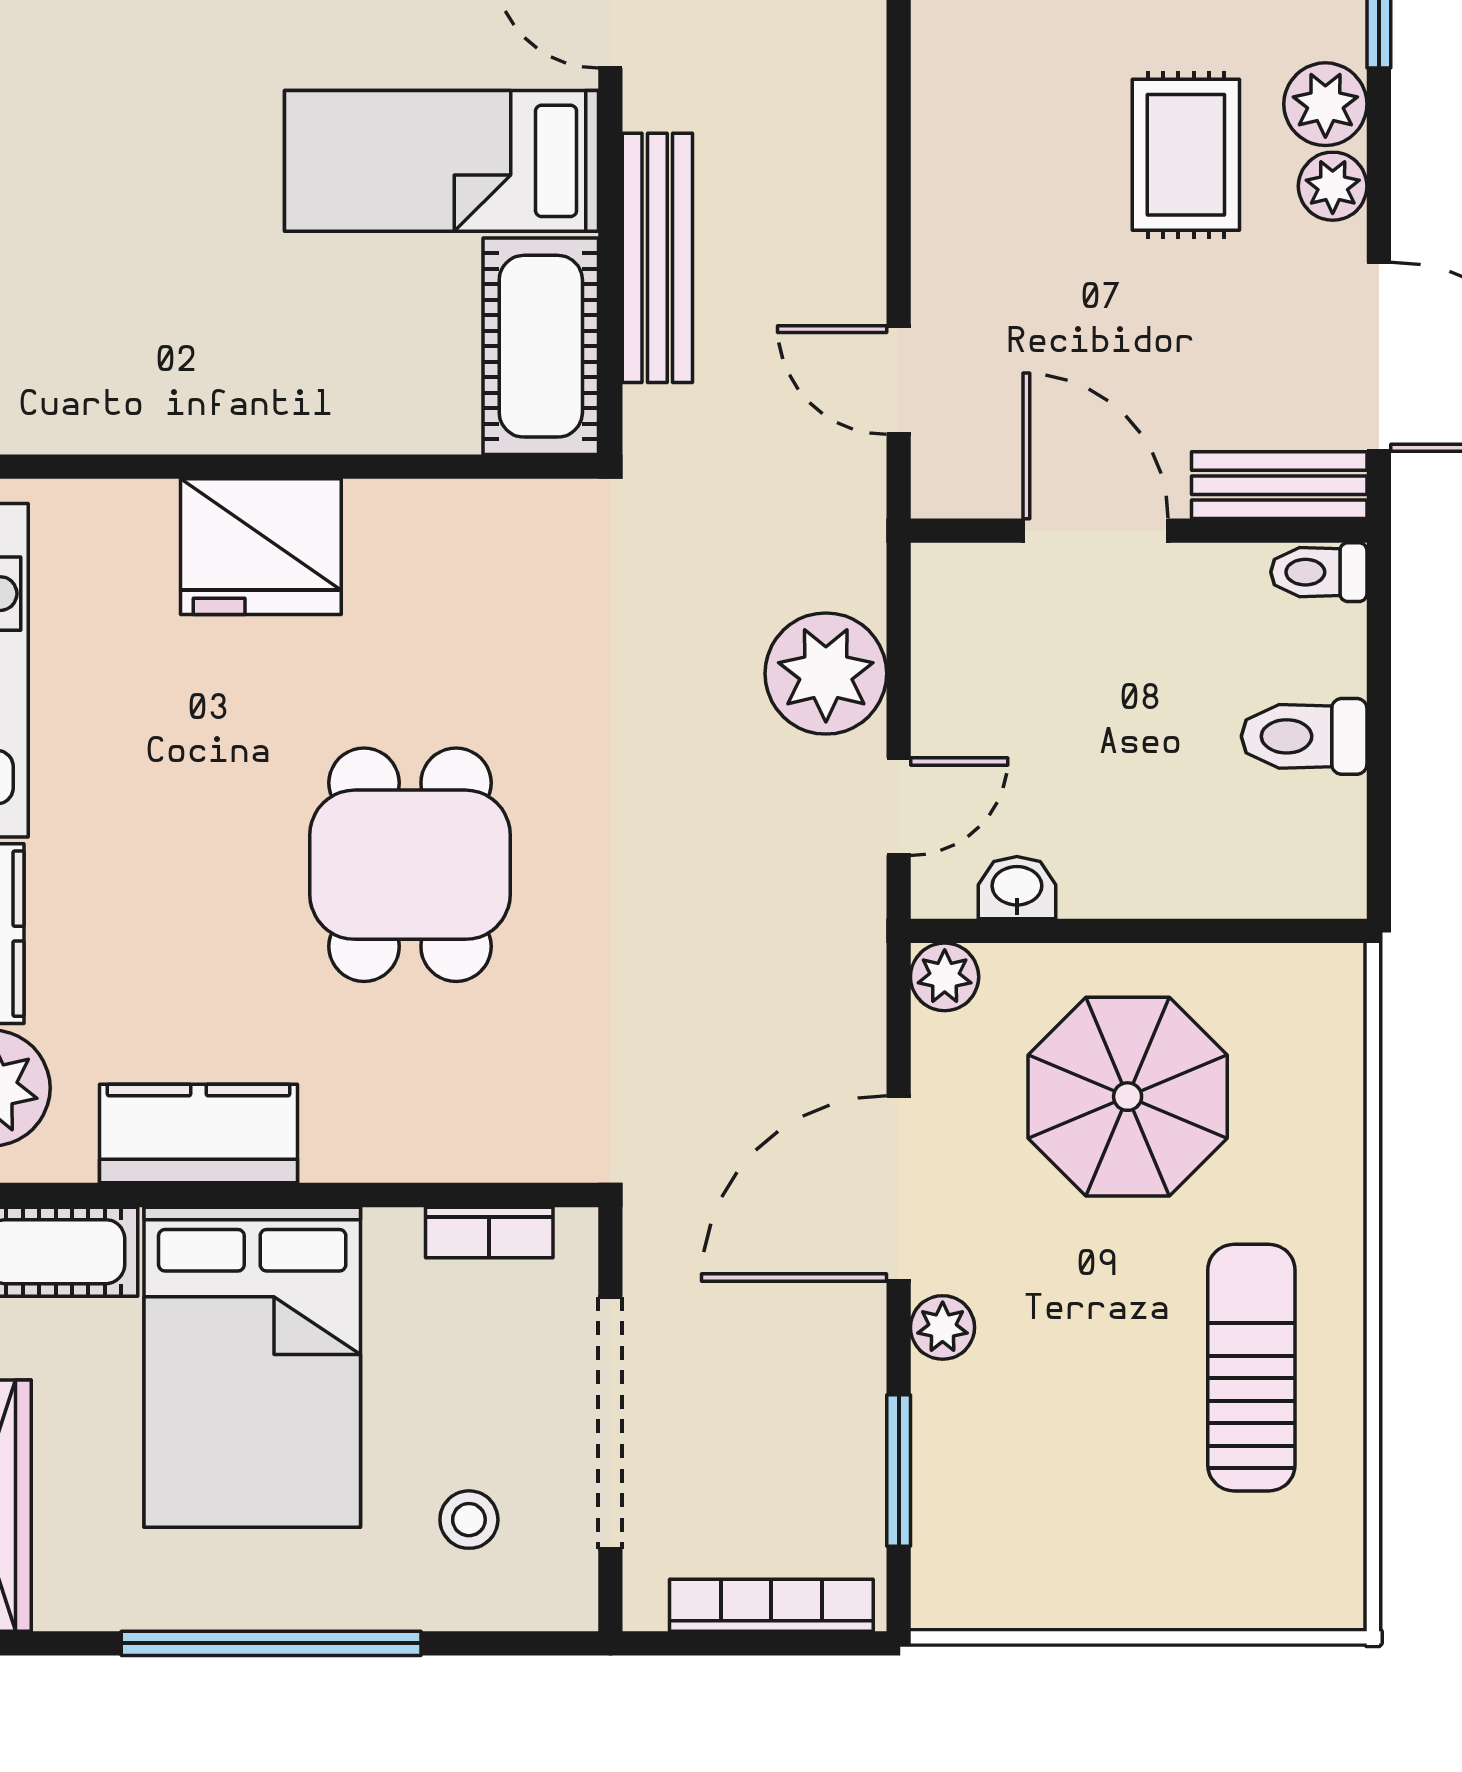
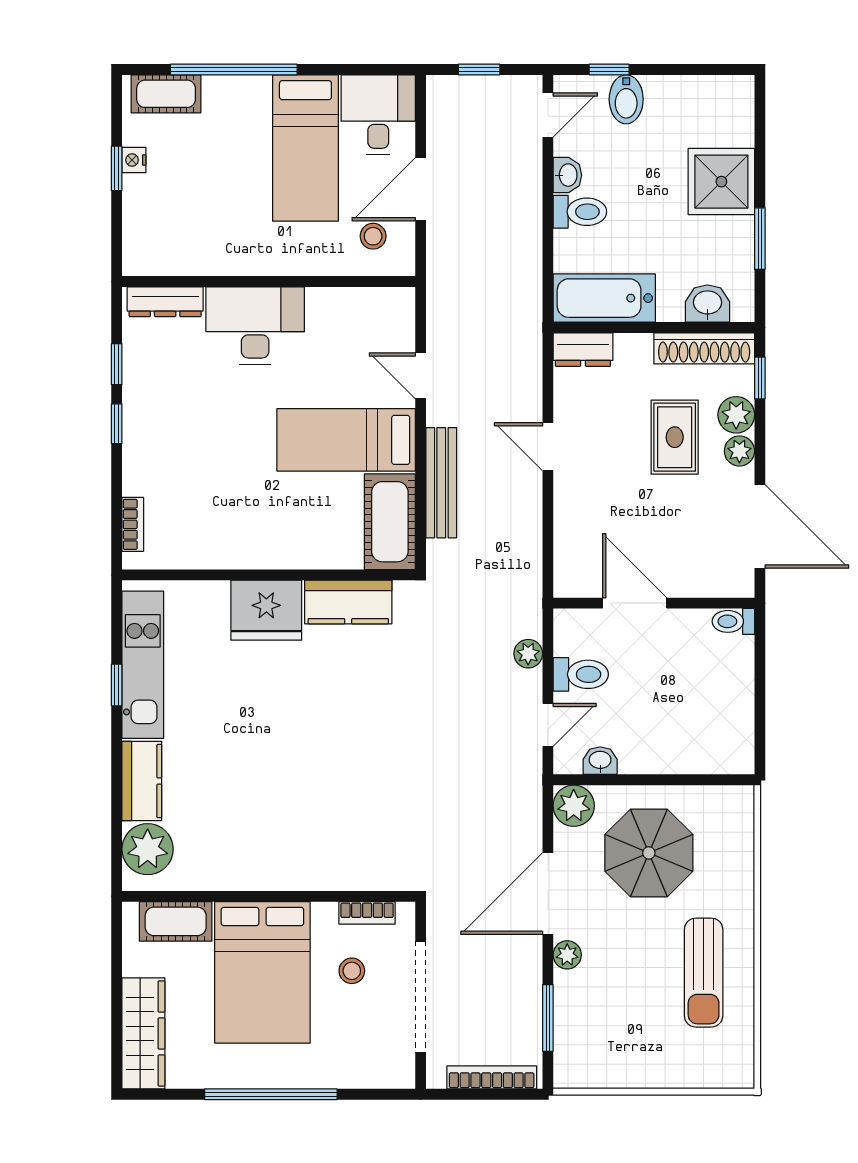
door: (899, 380) -> (548, 447), moved
bench: (1279, 485) -> (716, 583), removed
plant: (826, 674) -> (528, 654), width x0.53, depth x0.53
toilet: (1304, 736) -> (581, 674), moved, turned 180
dining table: (410, 865) -> (332, 751), removed
plant: (945, 977) -> (574, 806), width x1.38, depth x1.38
kitchen counter: (198, 1134) -> (348, 602), moved, turned 180
sun lounger: (1251, 1368) -> (704, 973), turned 180
stool: (469, 1520) -> (352, 971), moved

